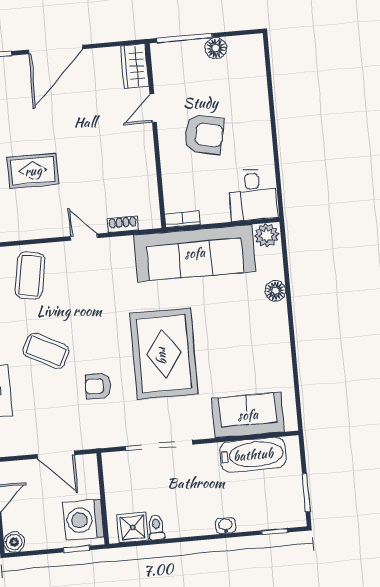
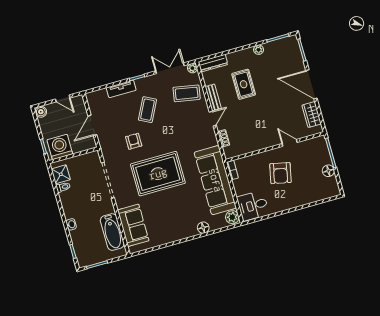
wardrobe: (135, 66) -> (312, 115), moved, turned -90
bench: (46, 229) -> (213, 97), added

